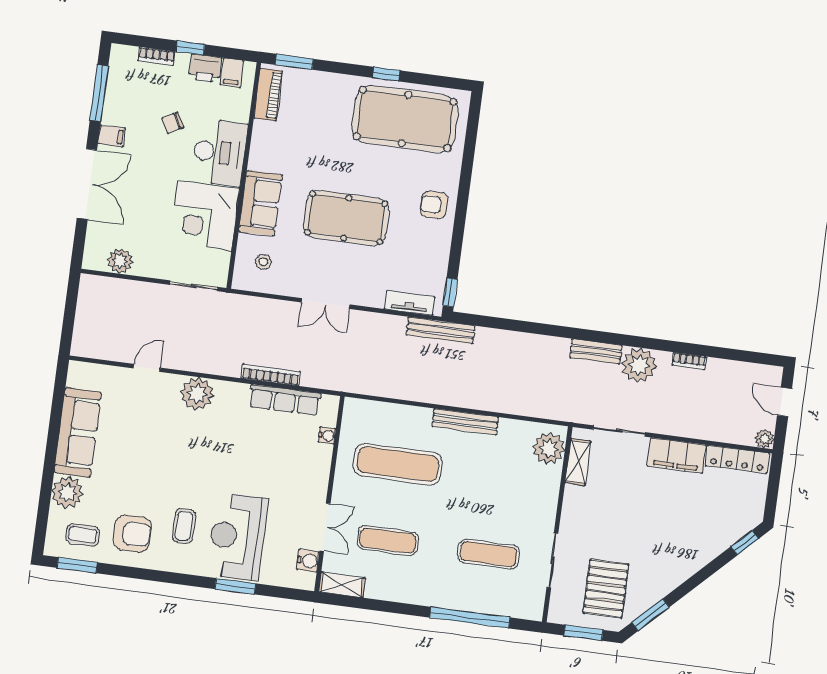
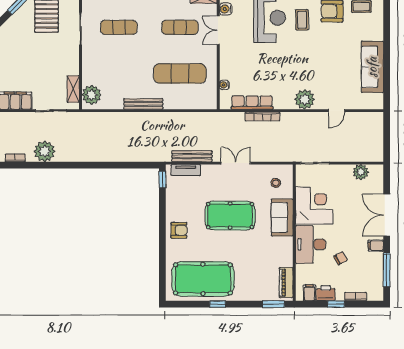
bench: (441, 330) -> (192, 156), moved
bench: (596, 351) -> (71, 156), removed
plant: (67, 492) -> (374, 30), removed

